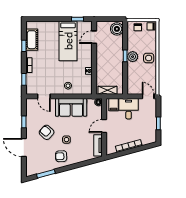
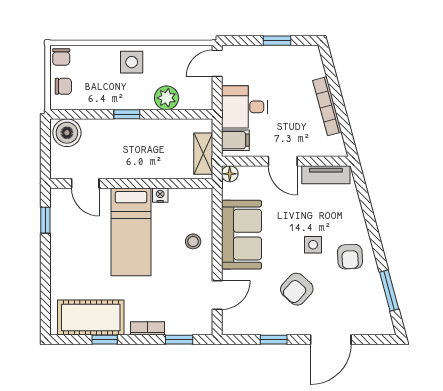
cot: (32, 40) -> (91, 318), width x1.37, depth x1.34
bed: (68, 41) -> (131, 232), moved, turned 90
plant: (133, 57) -> (167, 98), moved

